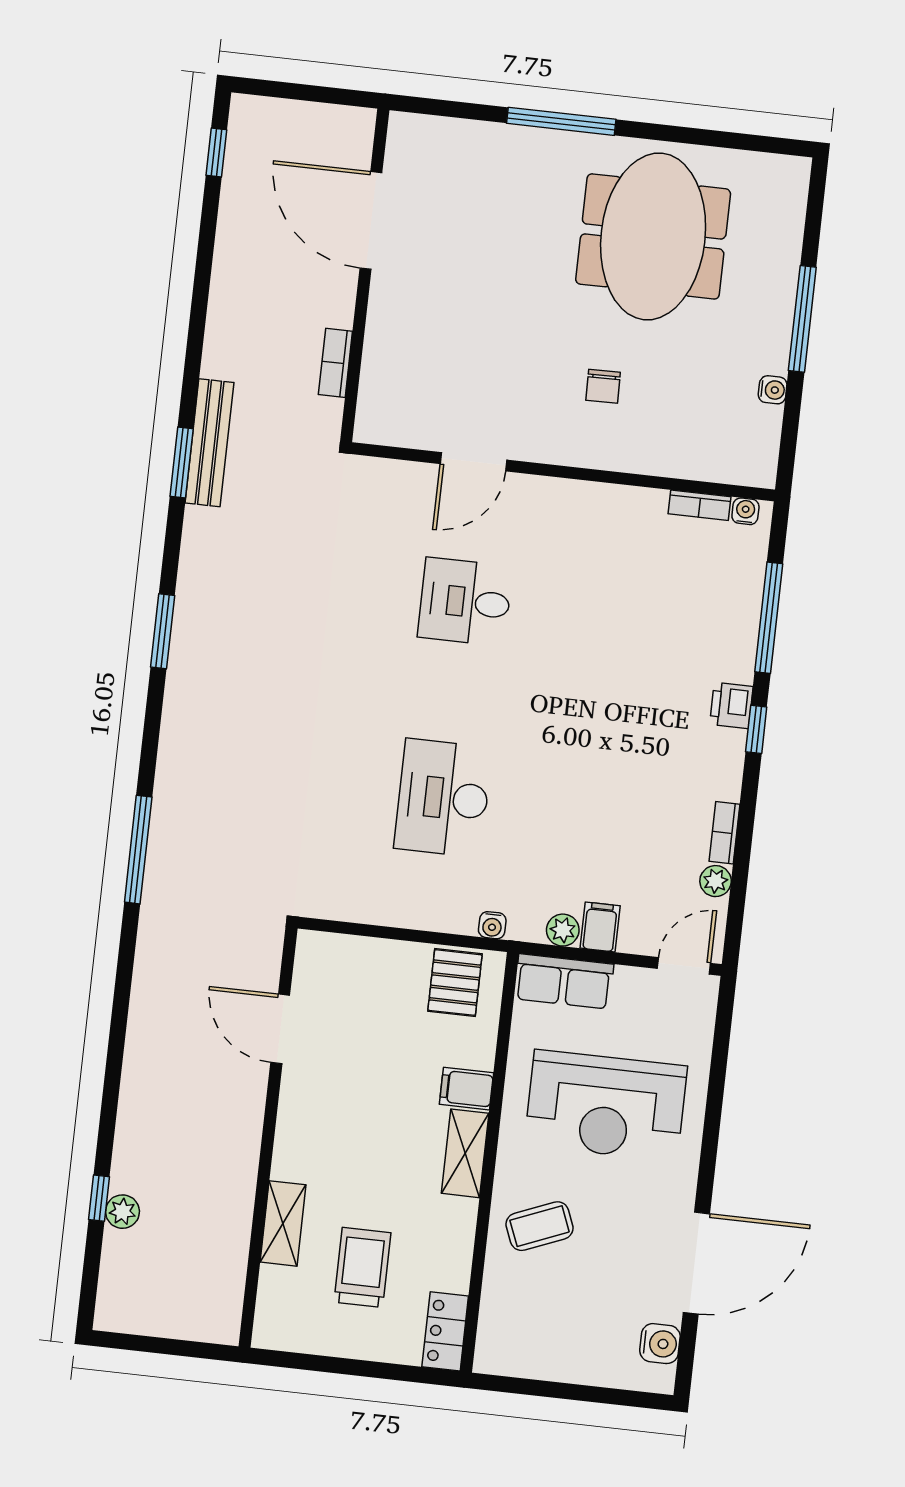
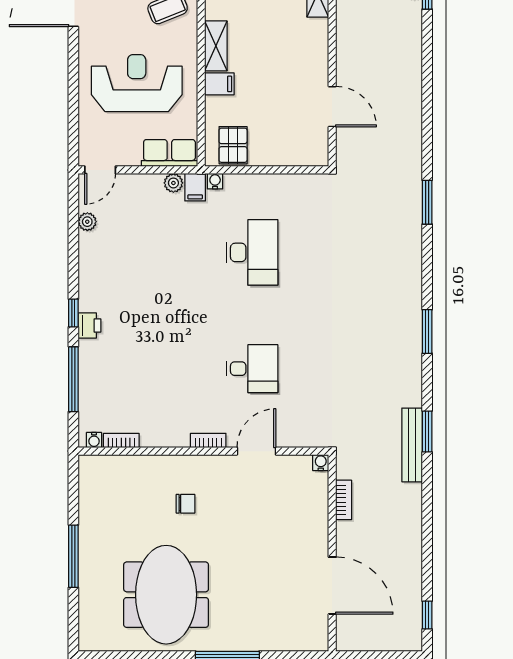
chair: (603, 386) -> (186, 504), turned 91
water cooler: (773, 390) -> (321, 463), moved, turned 90
bookcase: (724, 833) -> (208, 440), moved, turned -90
window: (138, 850) -> (427, 202), width x0.69
filing cabinet: (600, 927) -> (195, 187), moved

